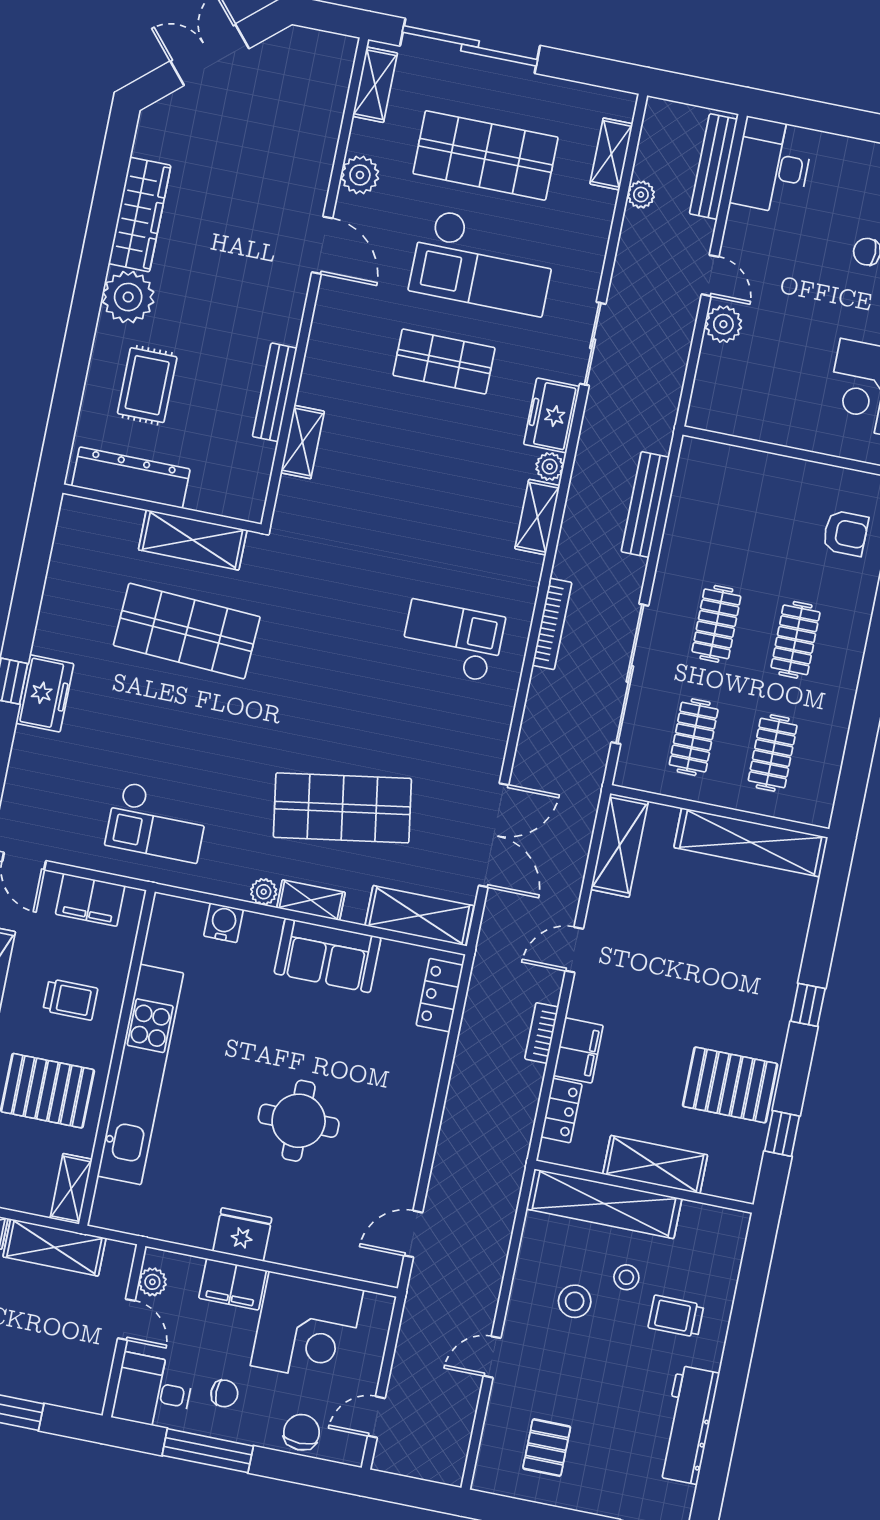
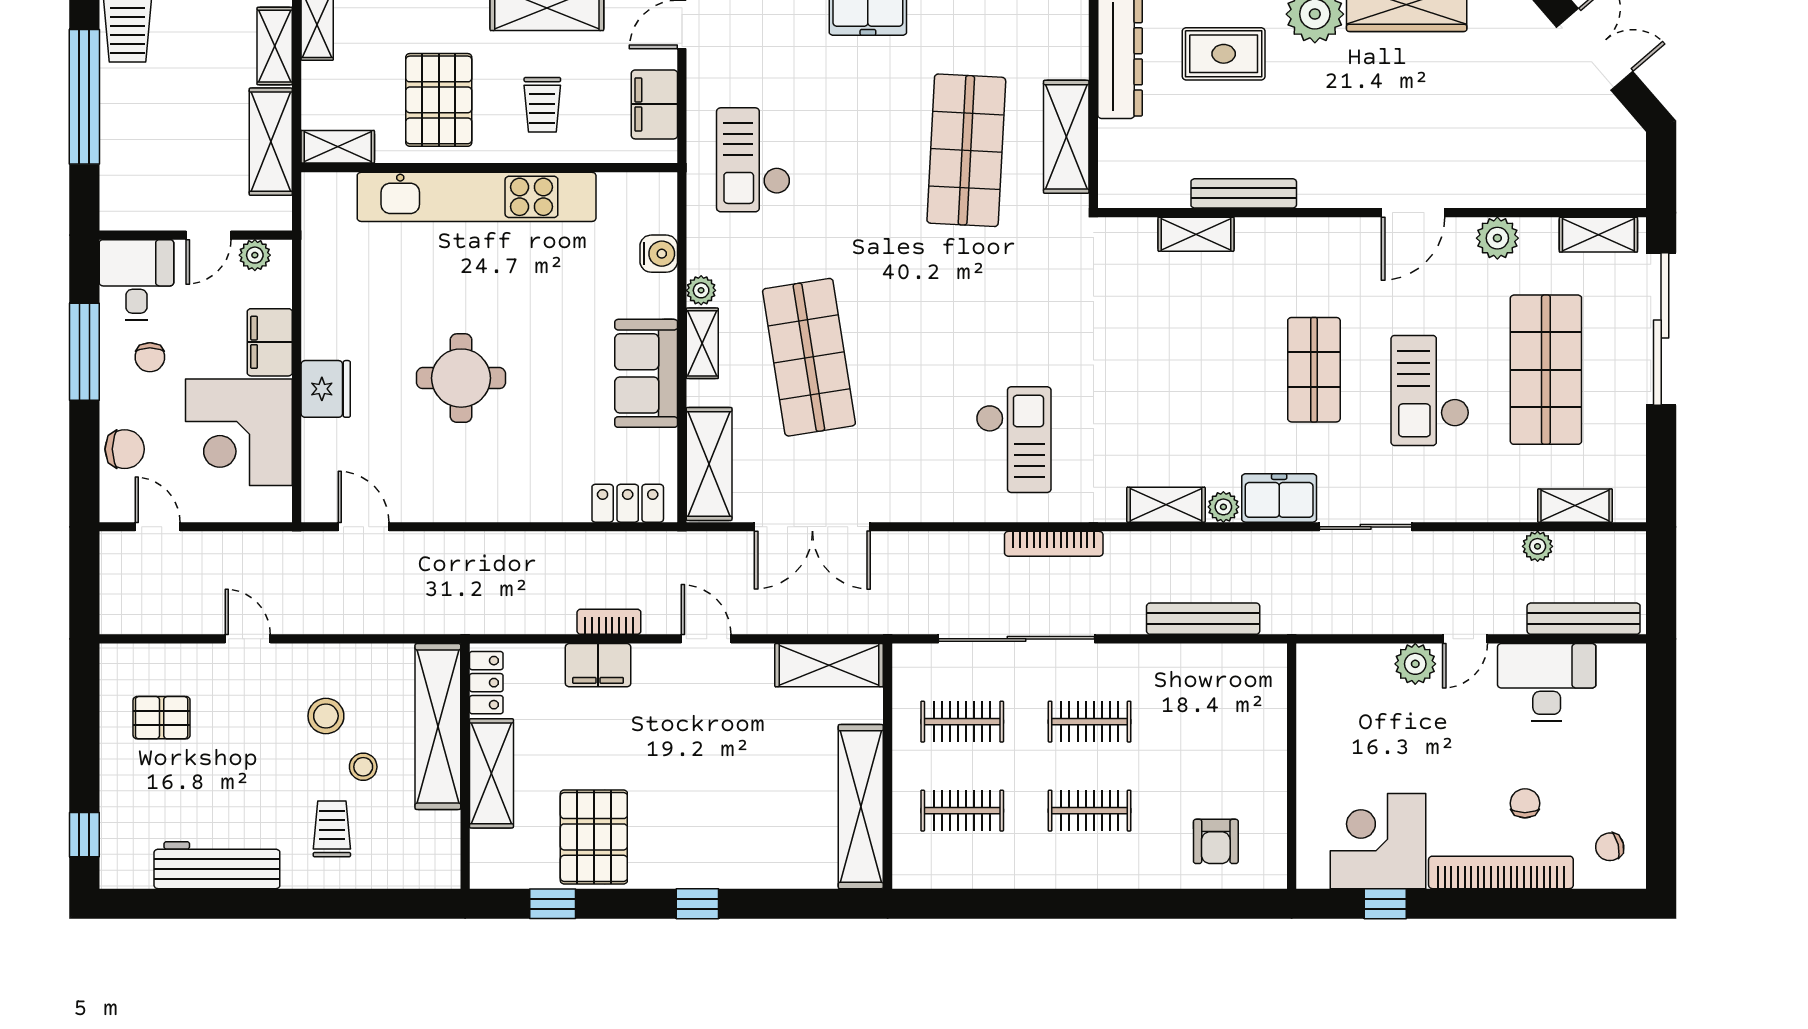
desk: (772, 166) -> (1547, 682), moved
checkout: (483, 262) -> (1430, 390), width x0.73, depth x0.83
locker: (561, 1111) -> (486, 683), moved, turned -90
fridge: (242, 1234) -> (326, 389), moved

